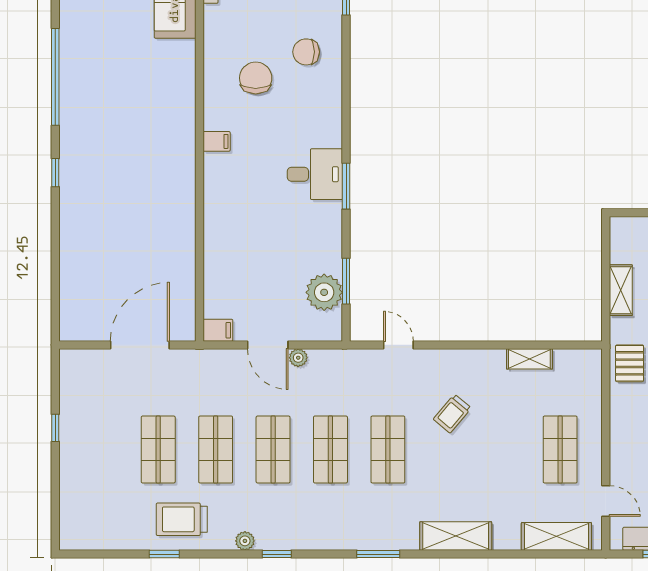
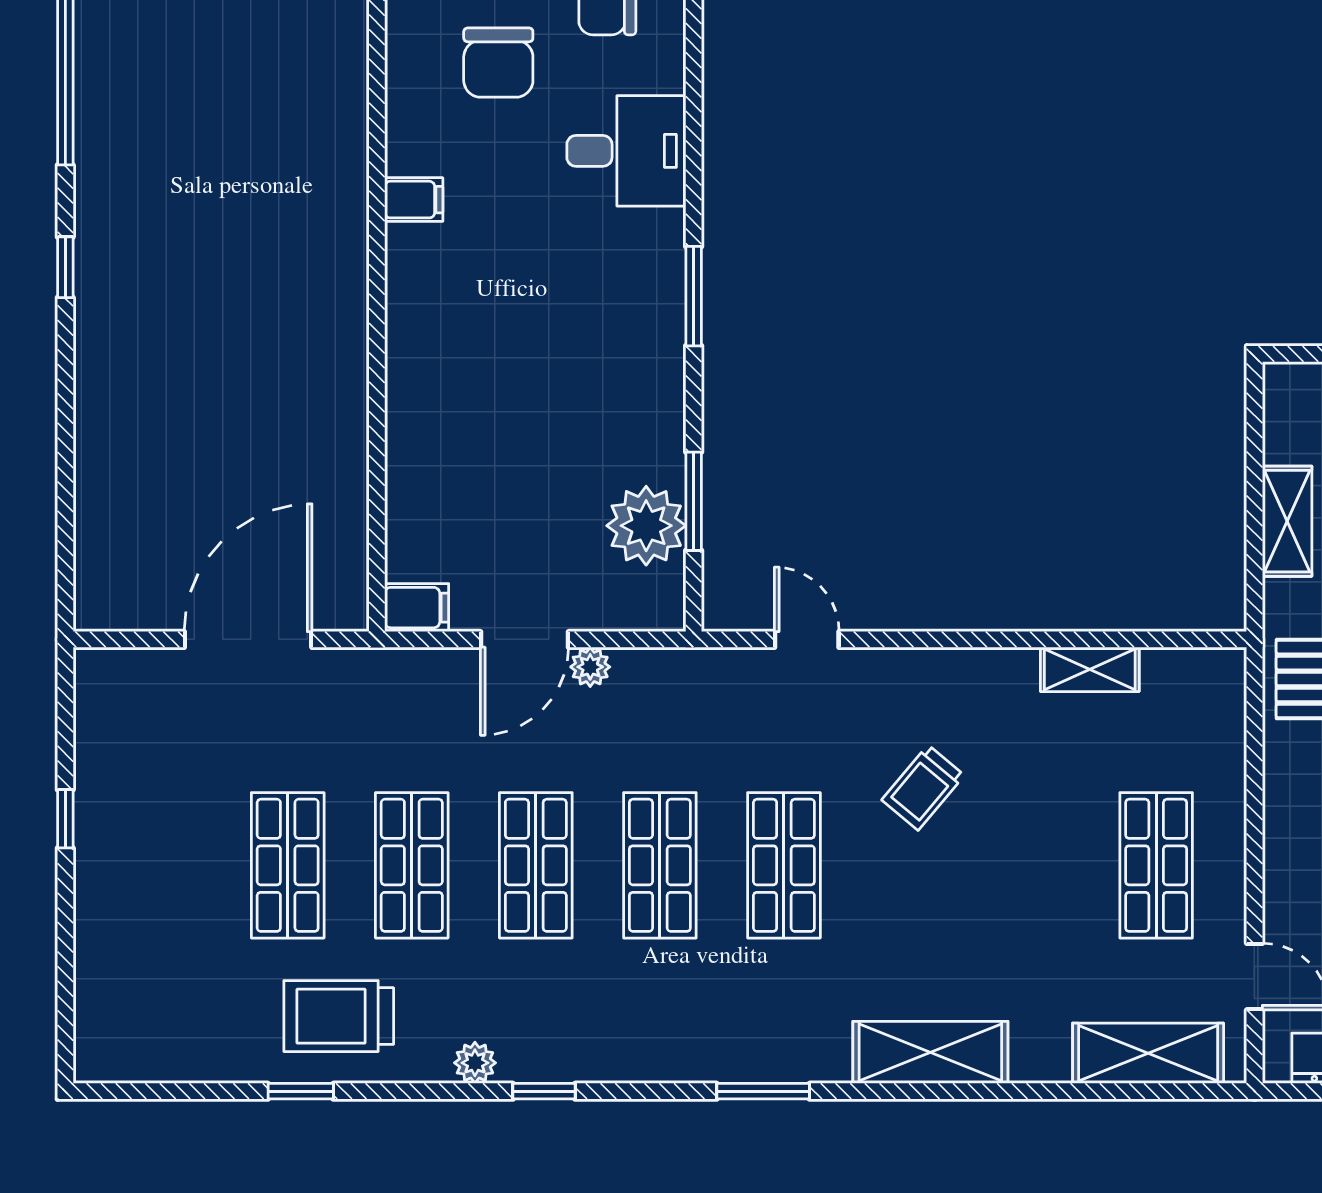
chair: (256, 78) -> (498, 63), turned 180
desk: (315, 174) -> (626, 151), moved
door: (268, 345) -> (524, 639), hinge flipped

